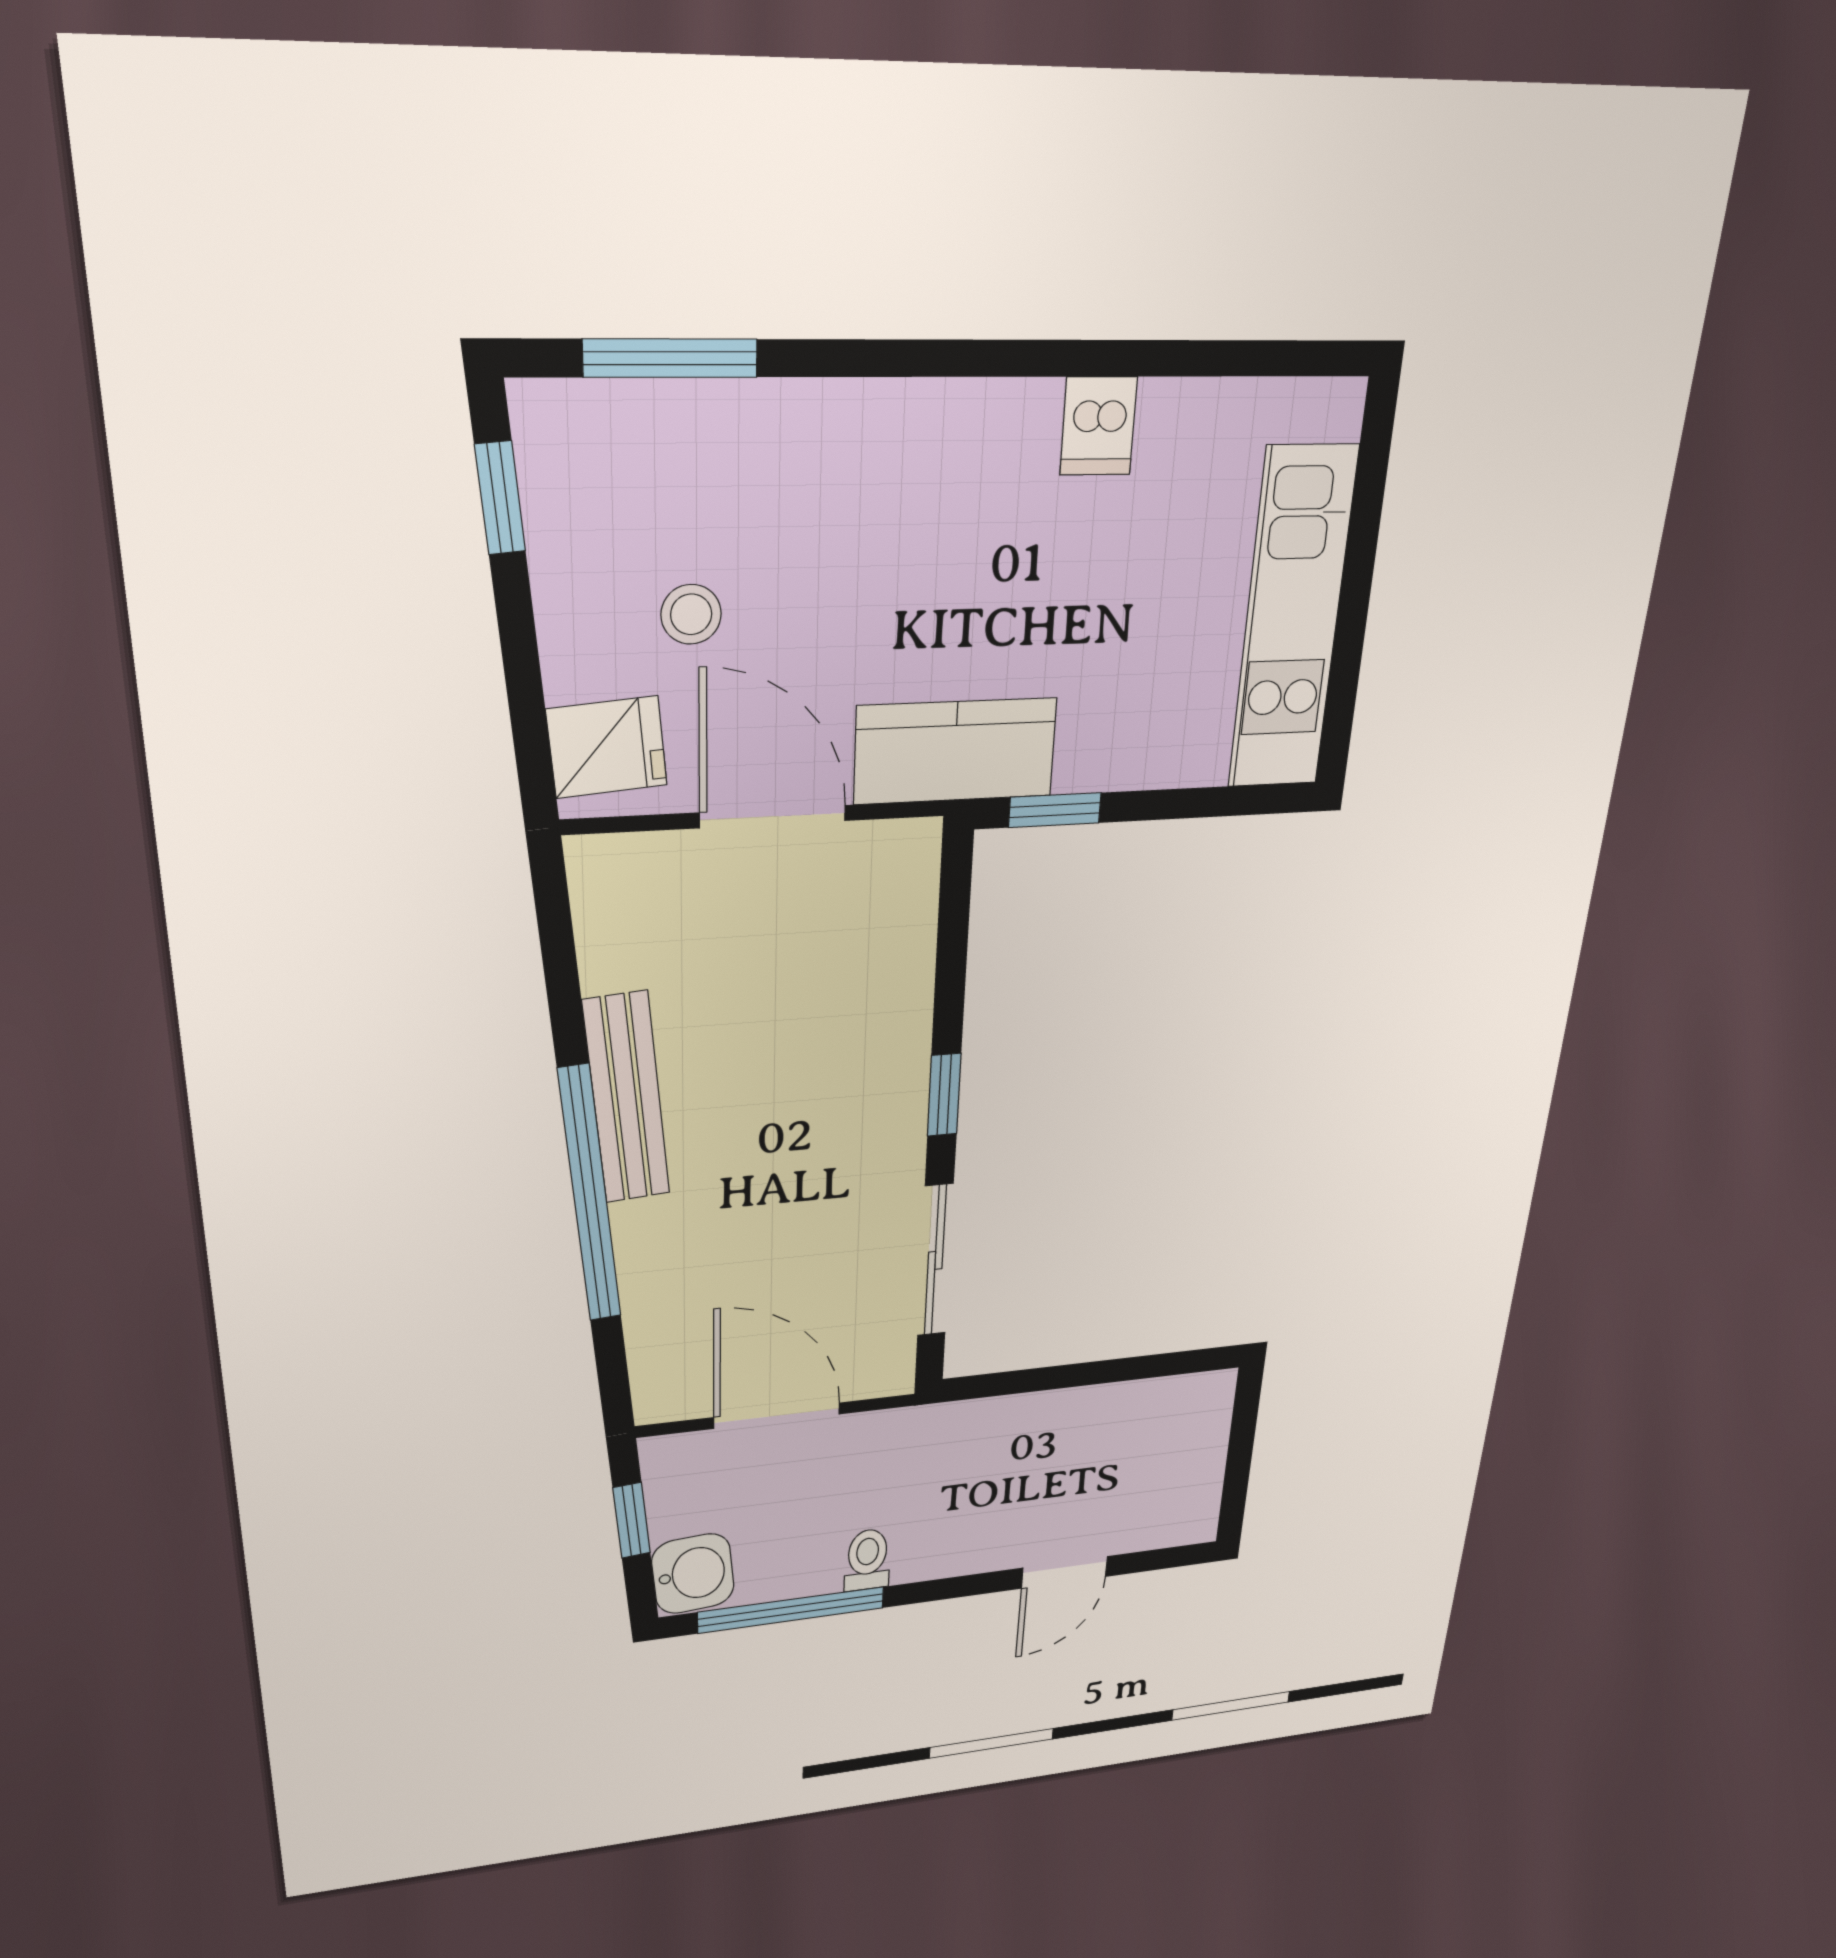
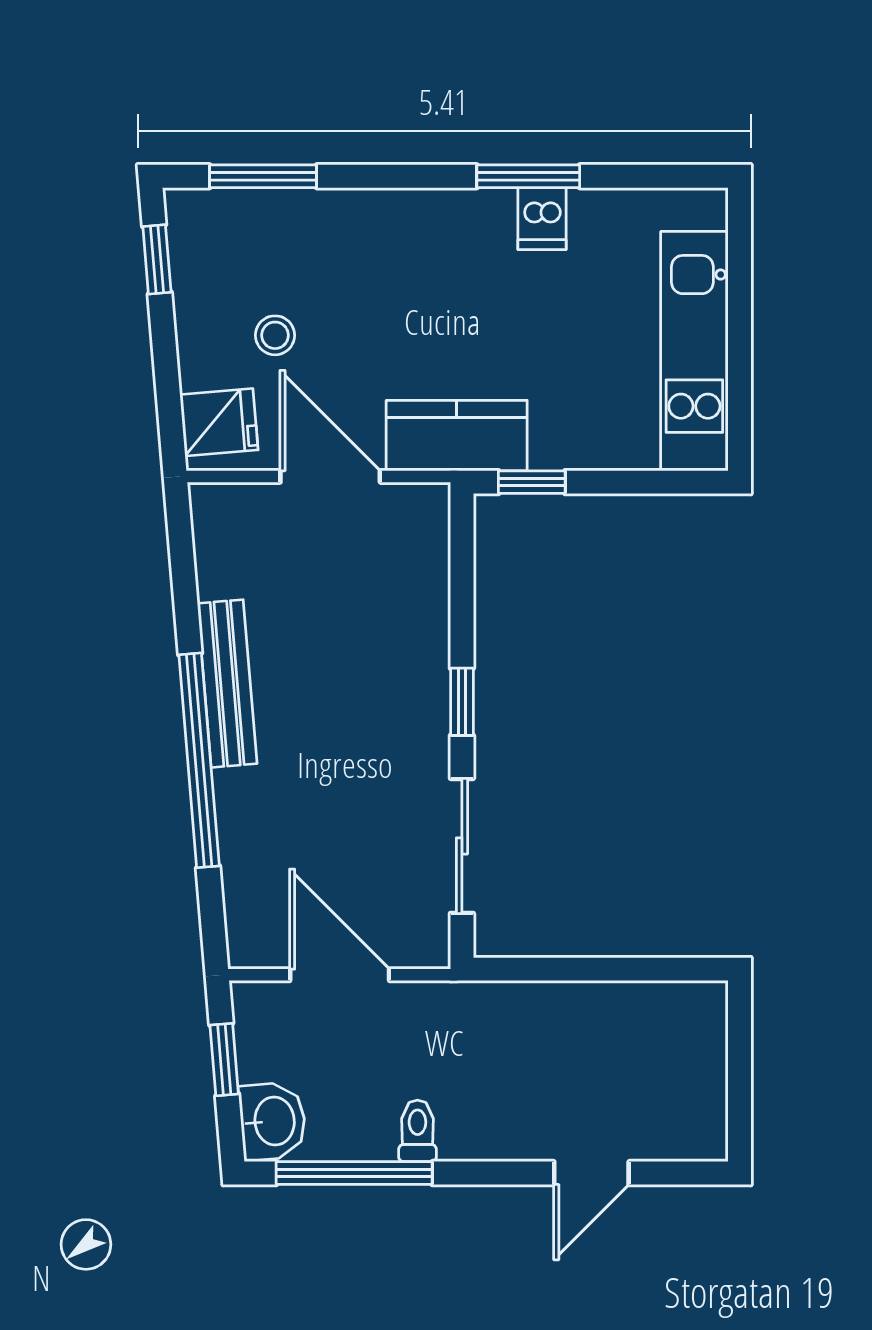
window: (1083, 358) -> (528, 176), added

